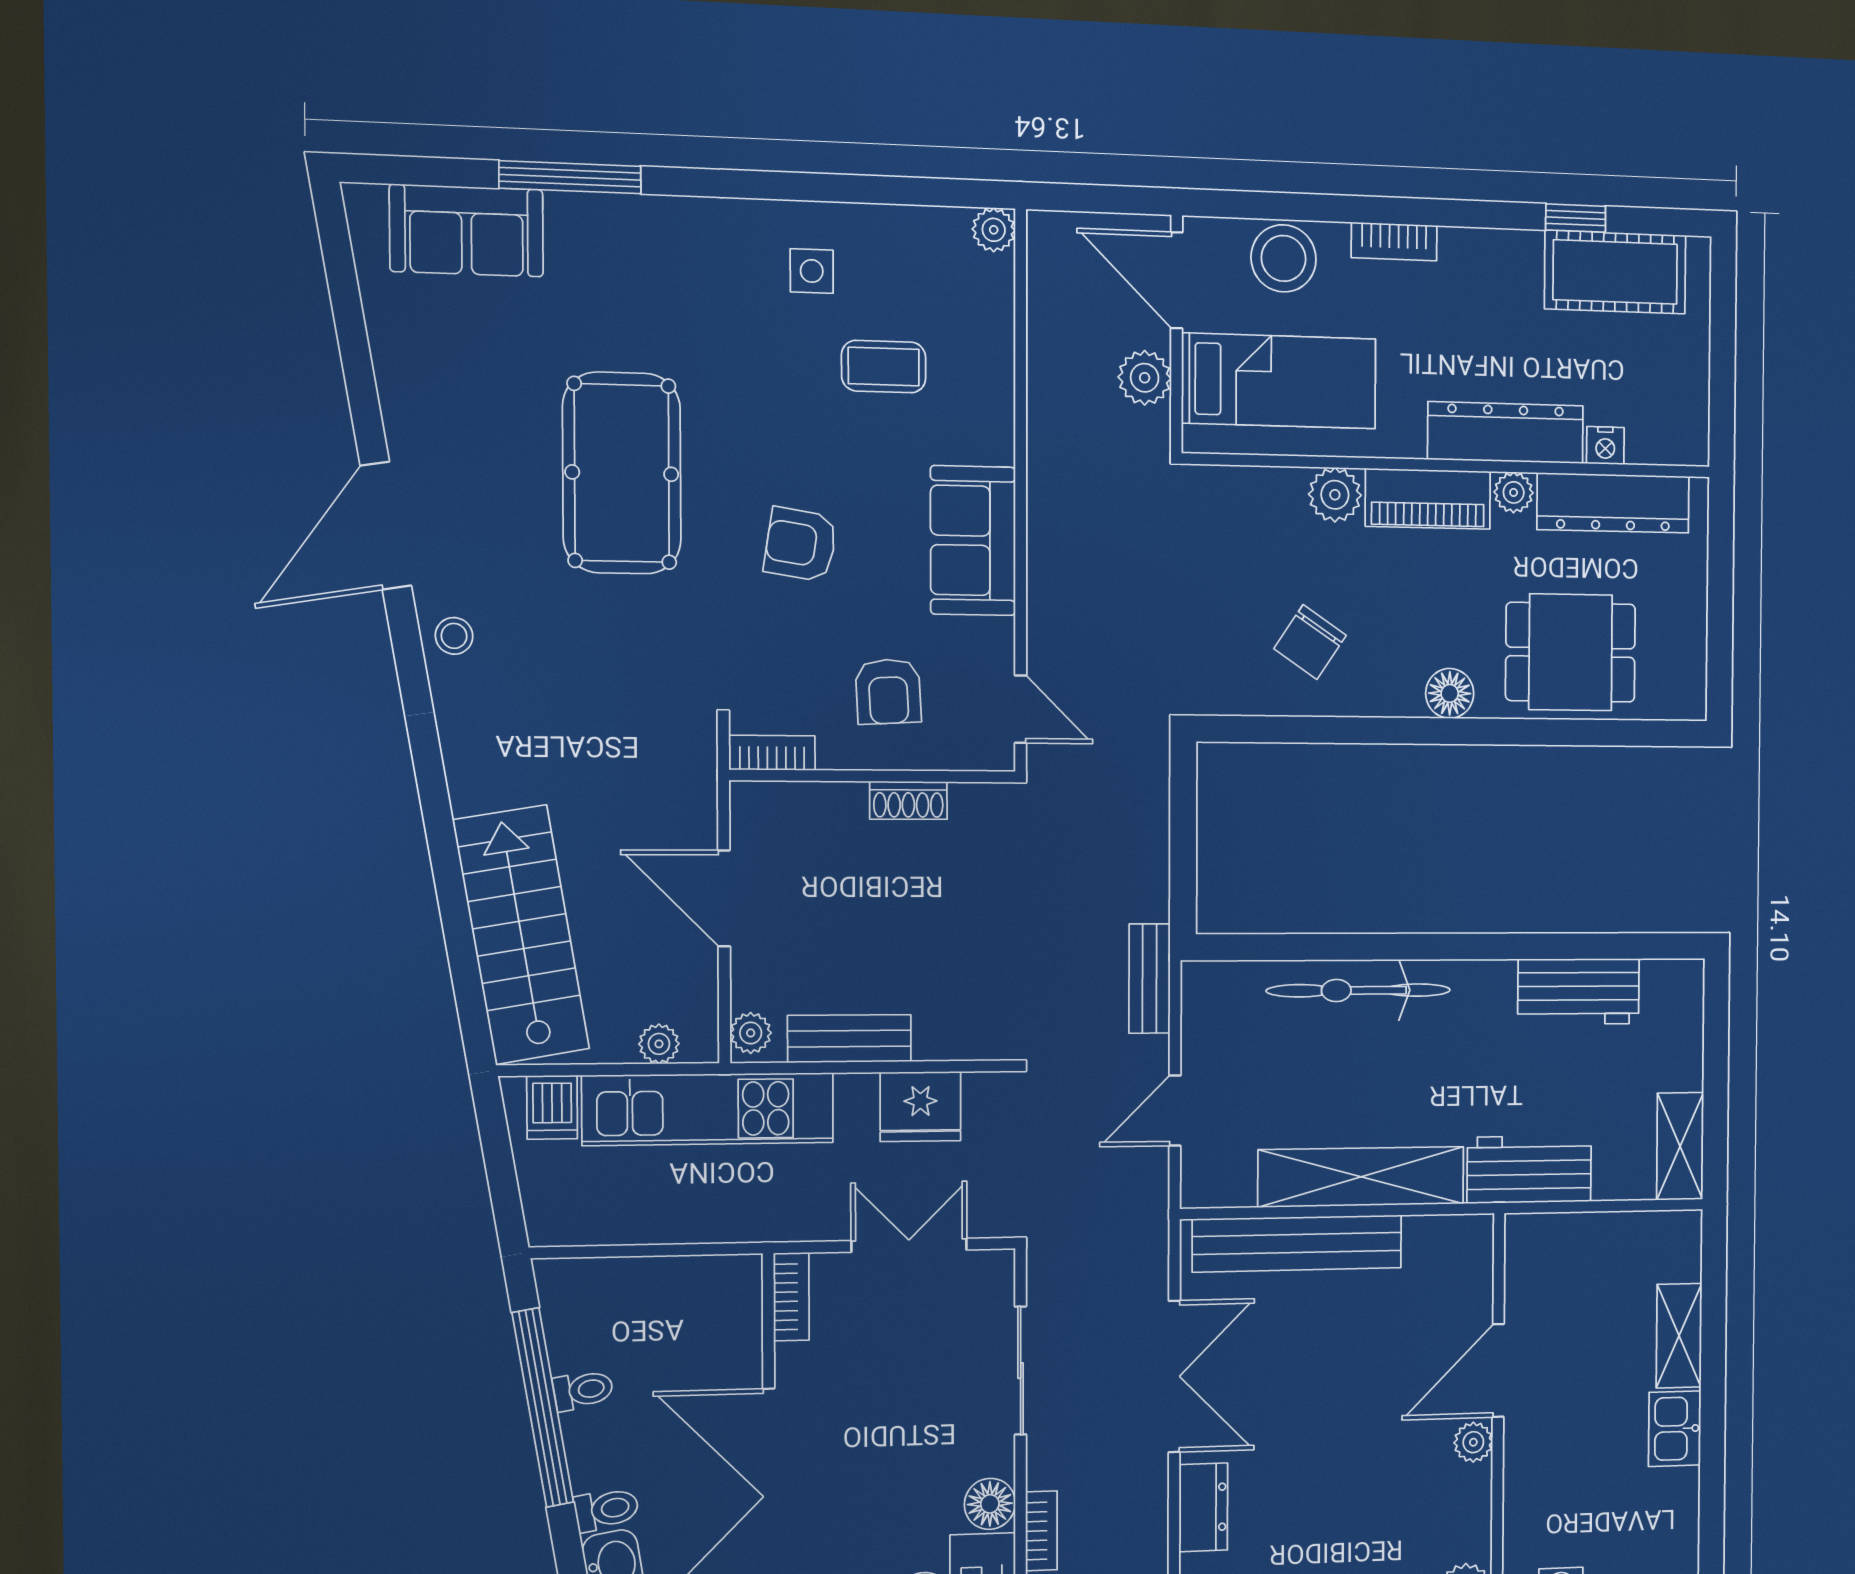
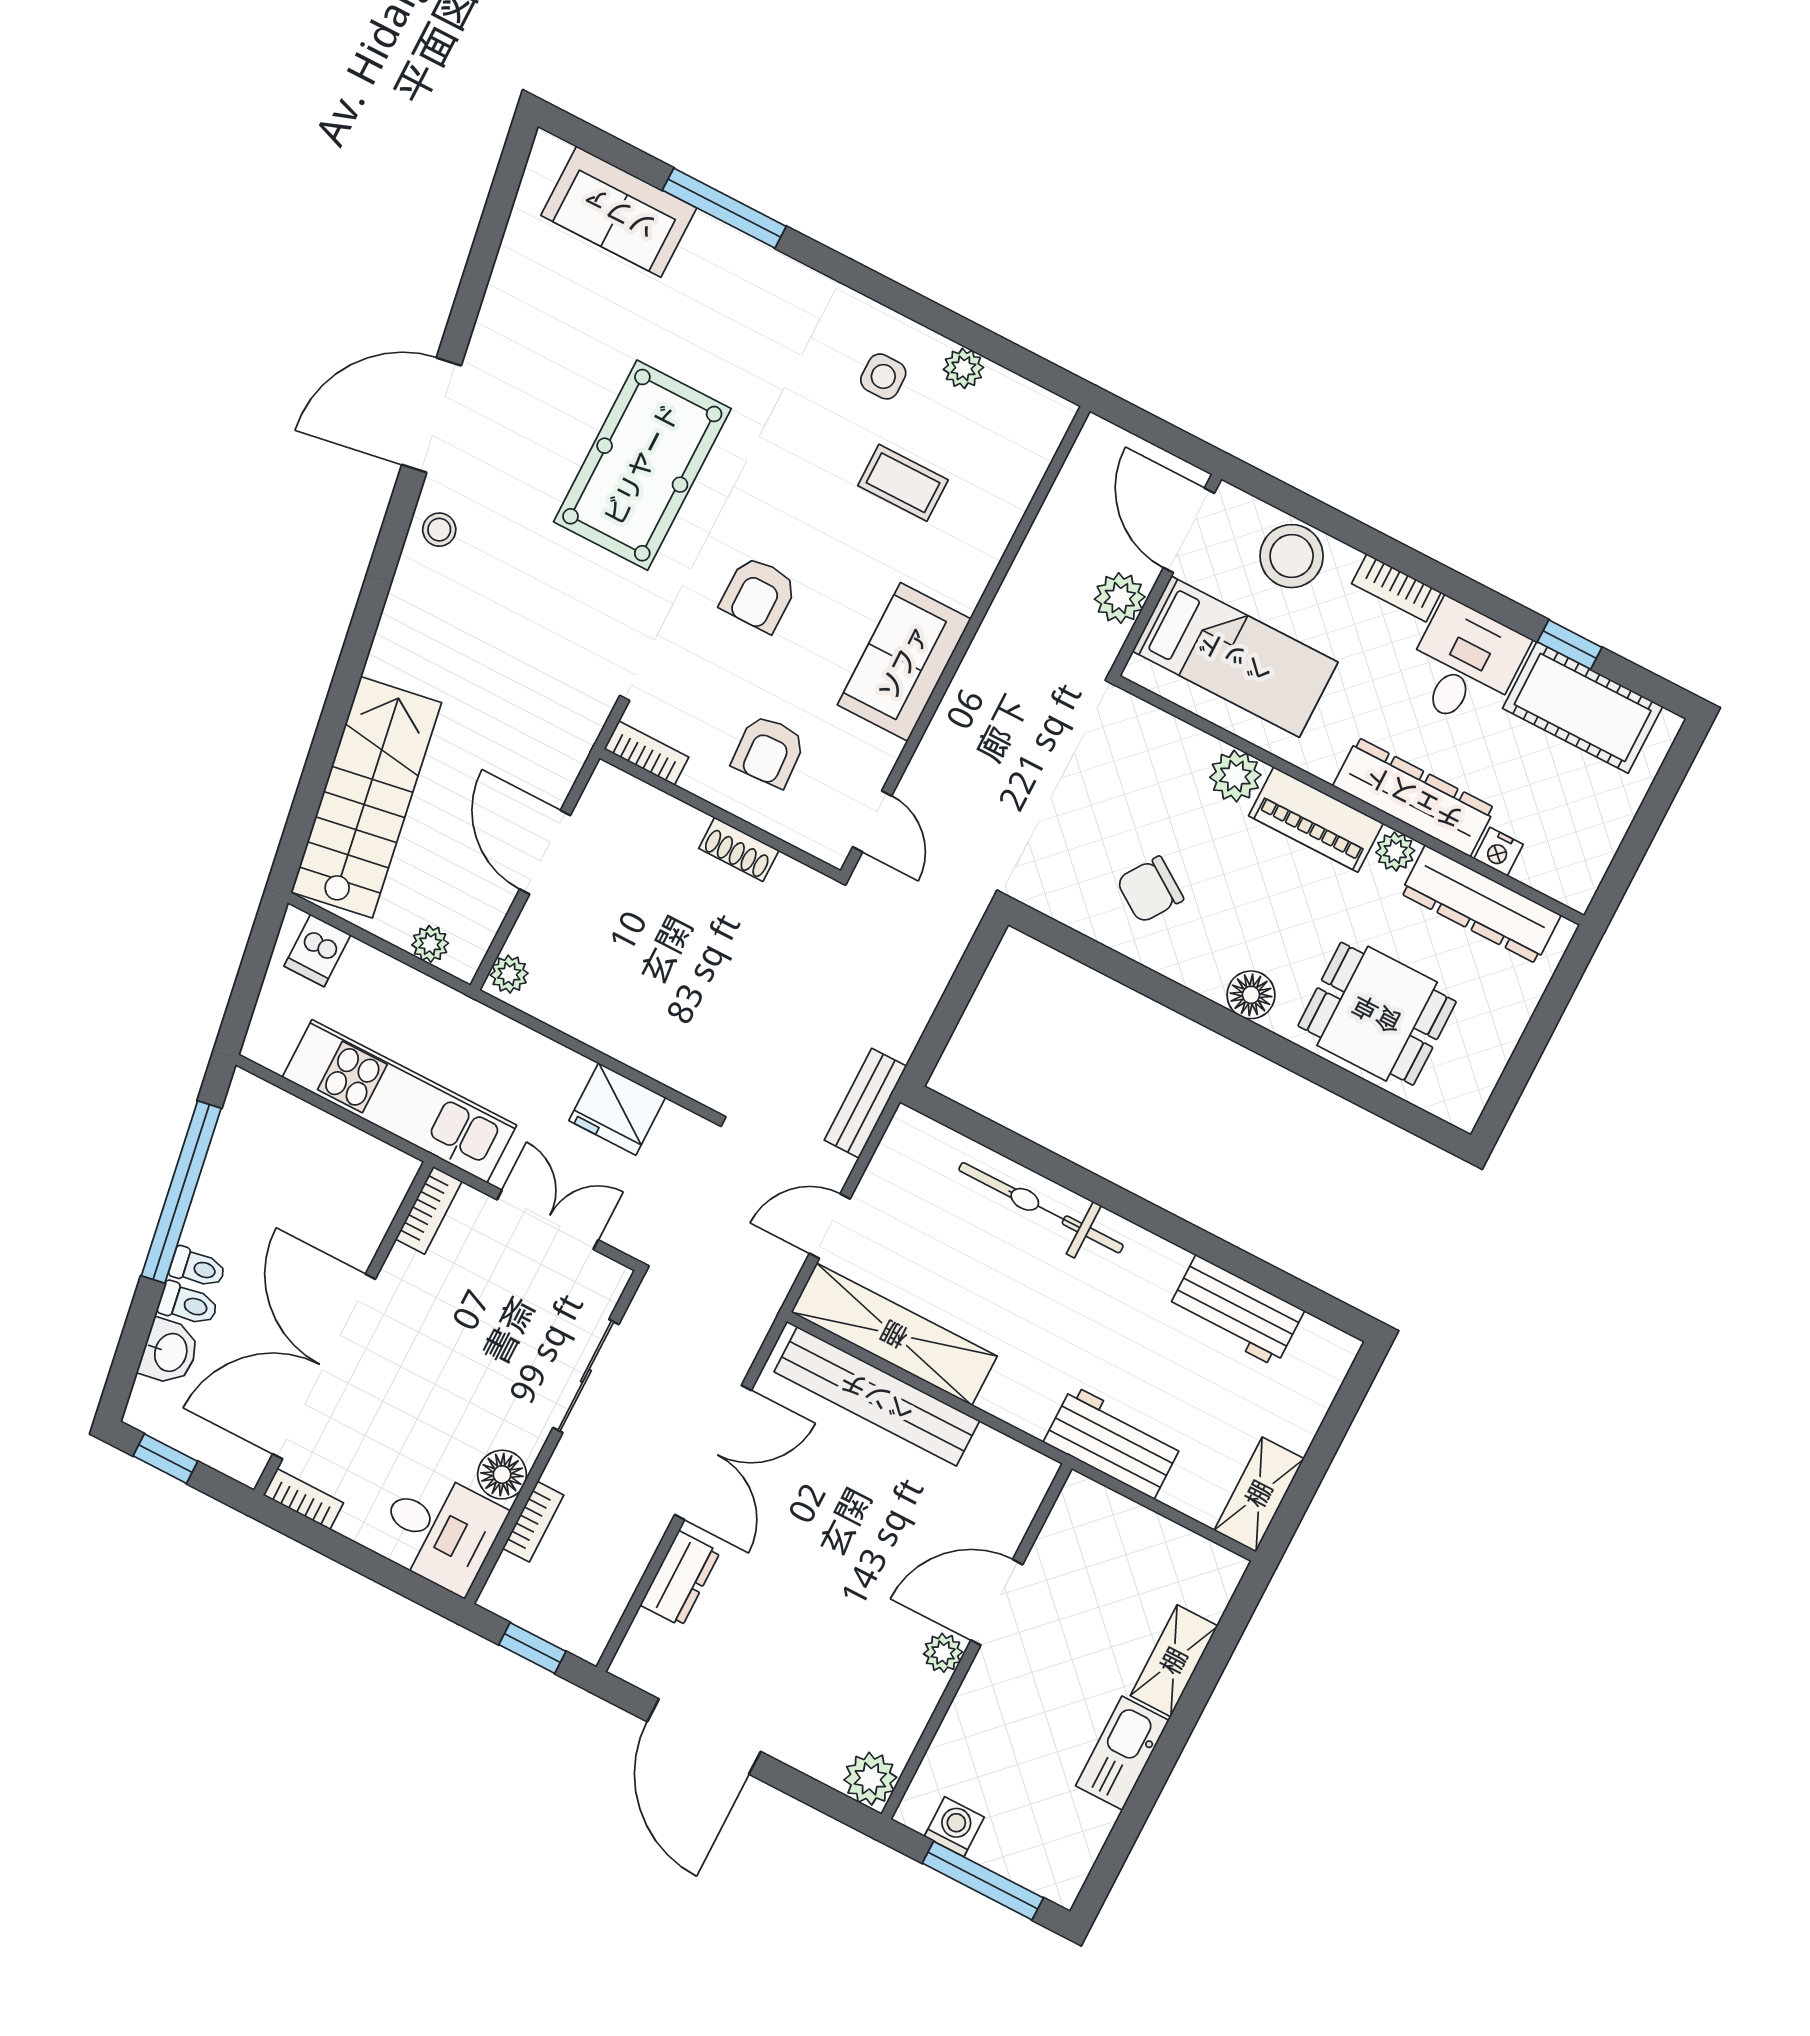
plant: (994, 230) -> (963, 368), moved
desk: (1491, 284) -> (1465, 665), added
armchair: (801, 544) -> (759, 594), turned -99
bench: (849, 1039) -> (588, 1021), removed
kitchen unit: (708, 1109) -> (399, 1101), moved, turned 180
shelving: (1361, 1177) -> (894, 1334), moved
toilet: (583, 1390) -> (198, 1268), moved
kitchen sink: (1675, 1429) -> (1122, 1753), width x1.38

